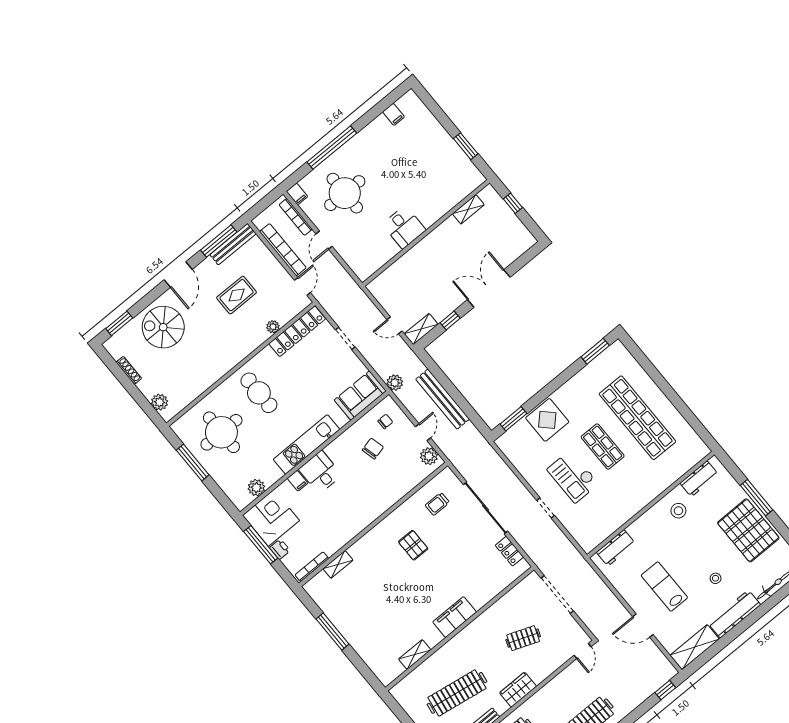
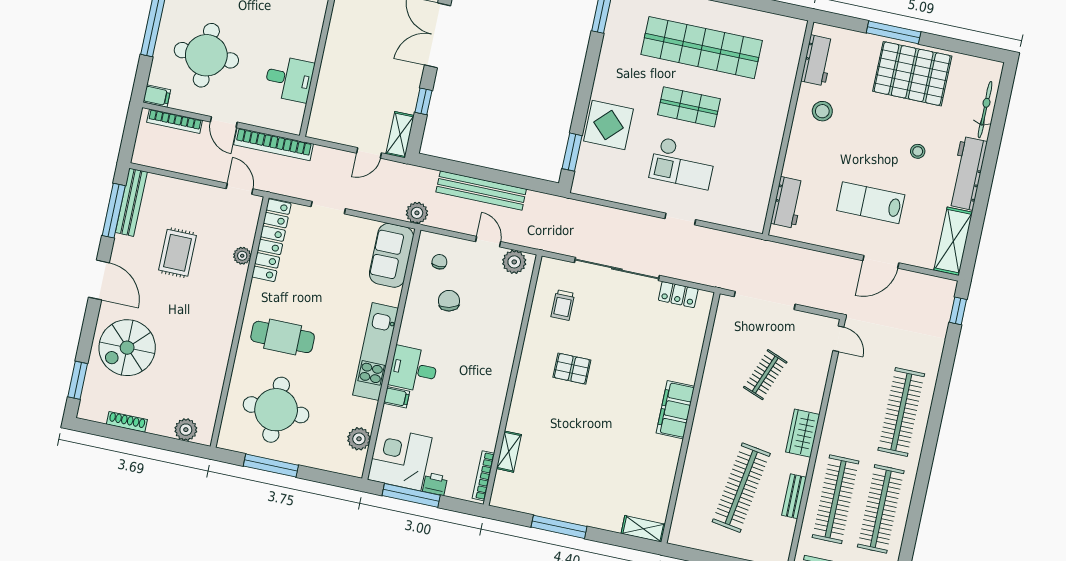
desk: (404, 227) -> (289, 79), moved
bookcase: (283, 250) -> (274, 144), moved, turned 180
shelving: (415, 655) -> (643, 529), moved, turned 90

